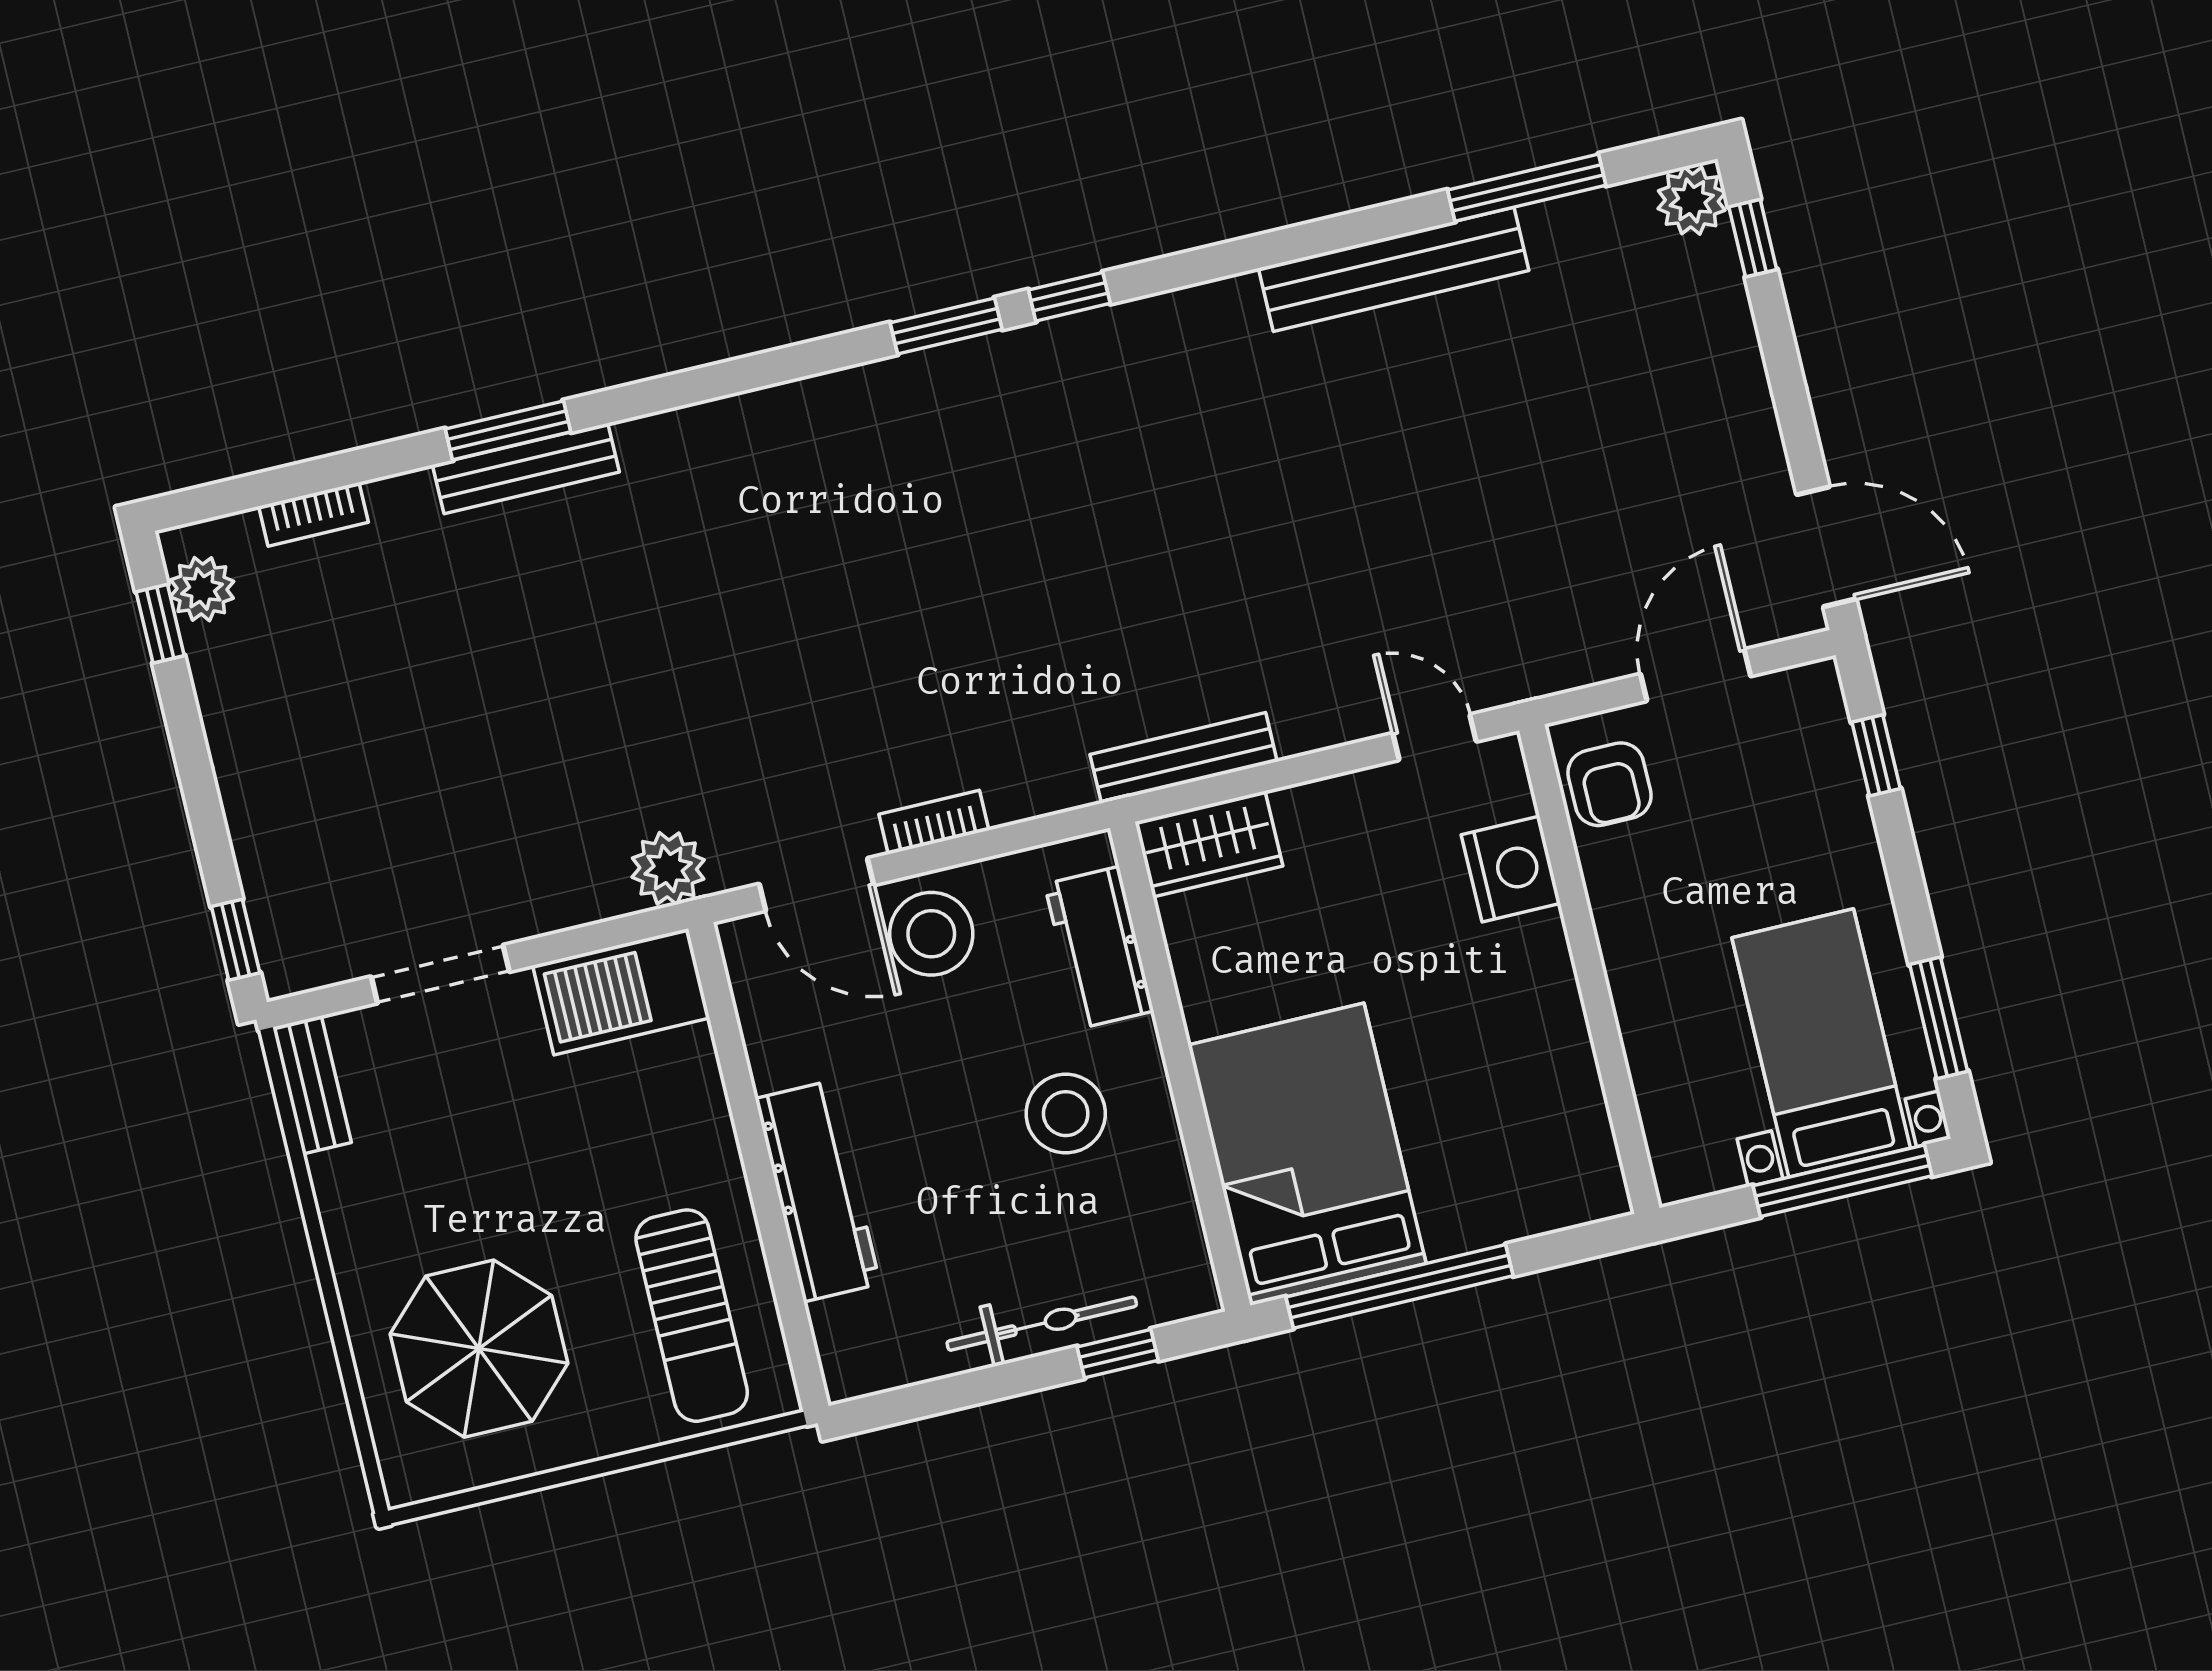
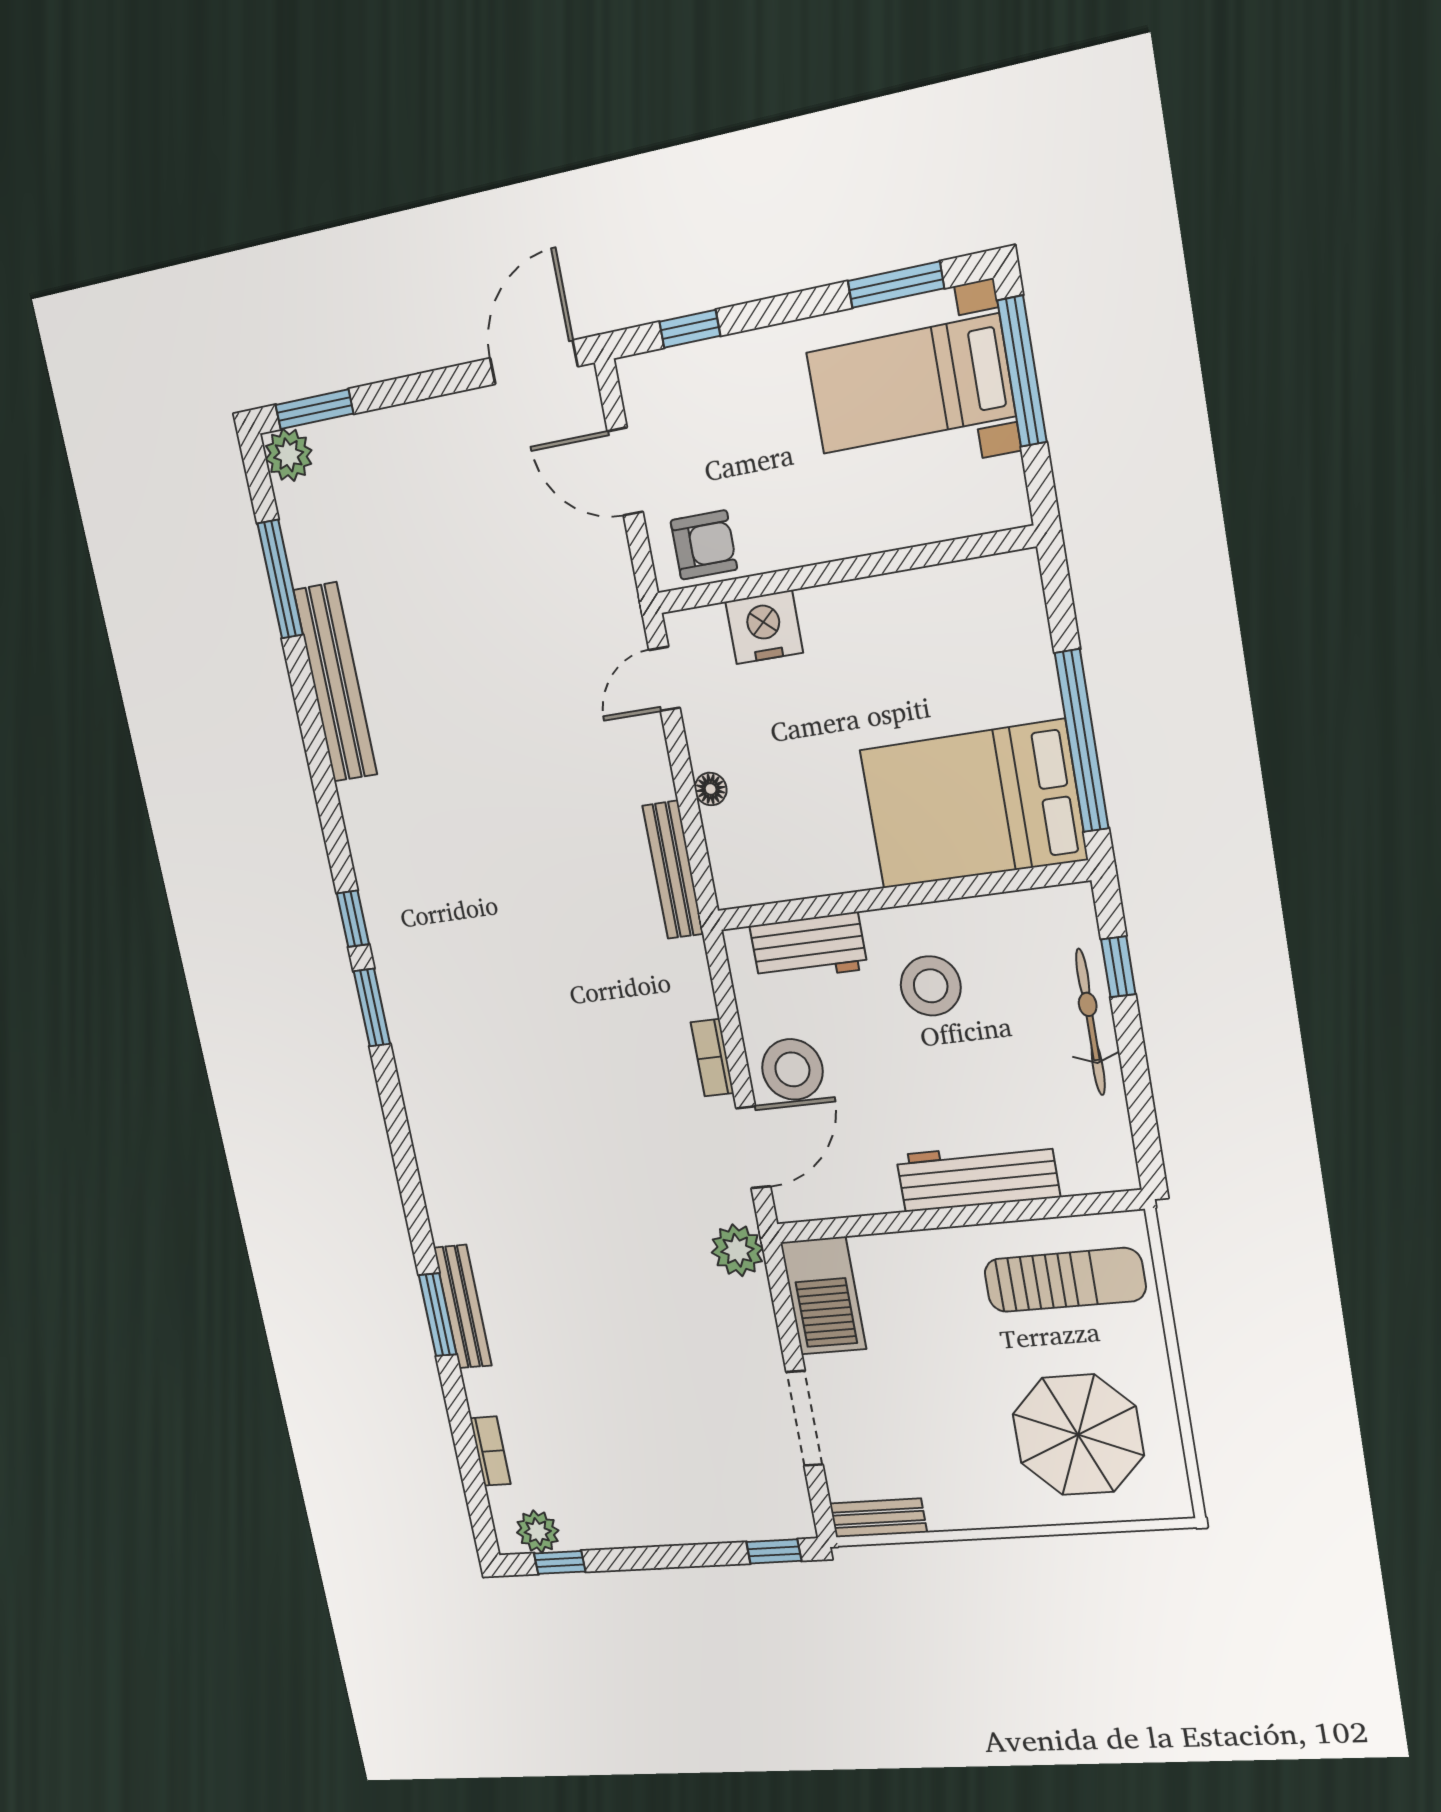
window: (1753, 238) -> (314, 409), width x1.50
floor lamp: (1296, 806) -> (711, 789), added
wardrobe: (1209, 844) -> (736, 857), removed

